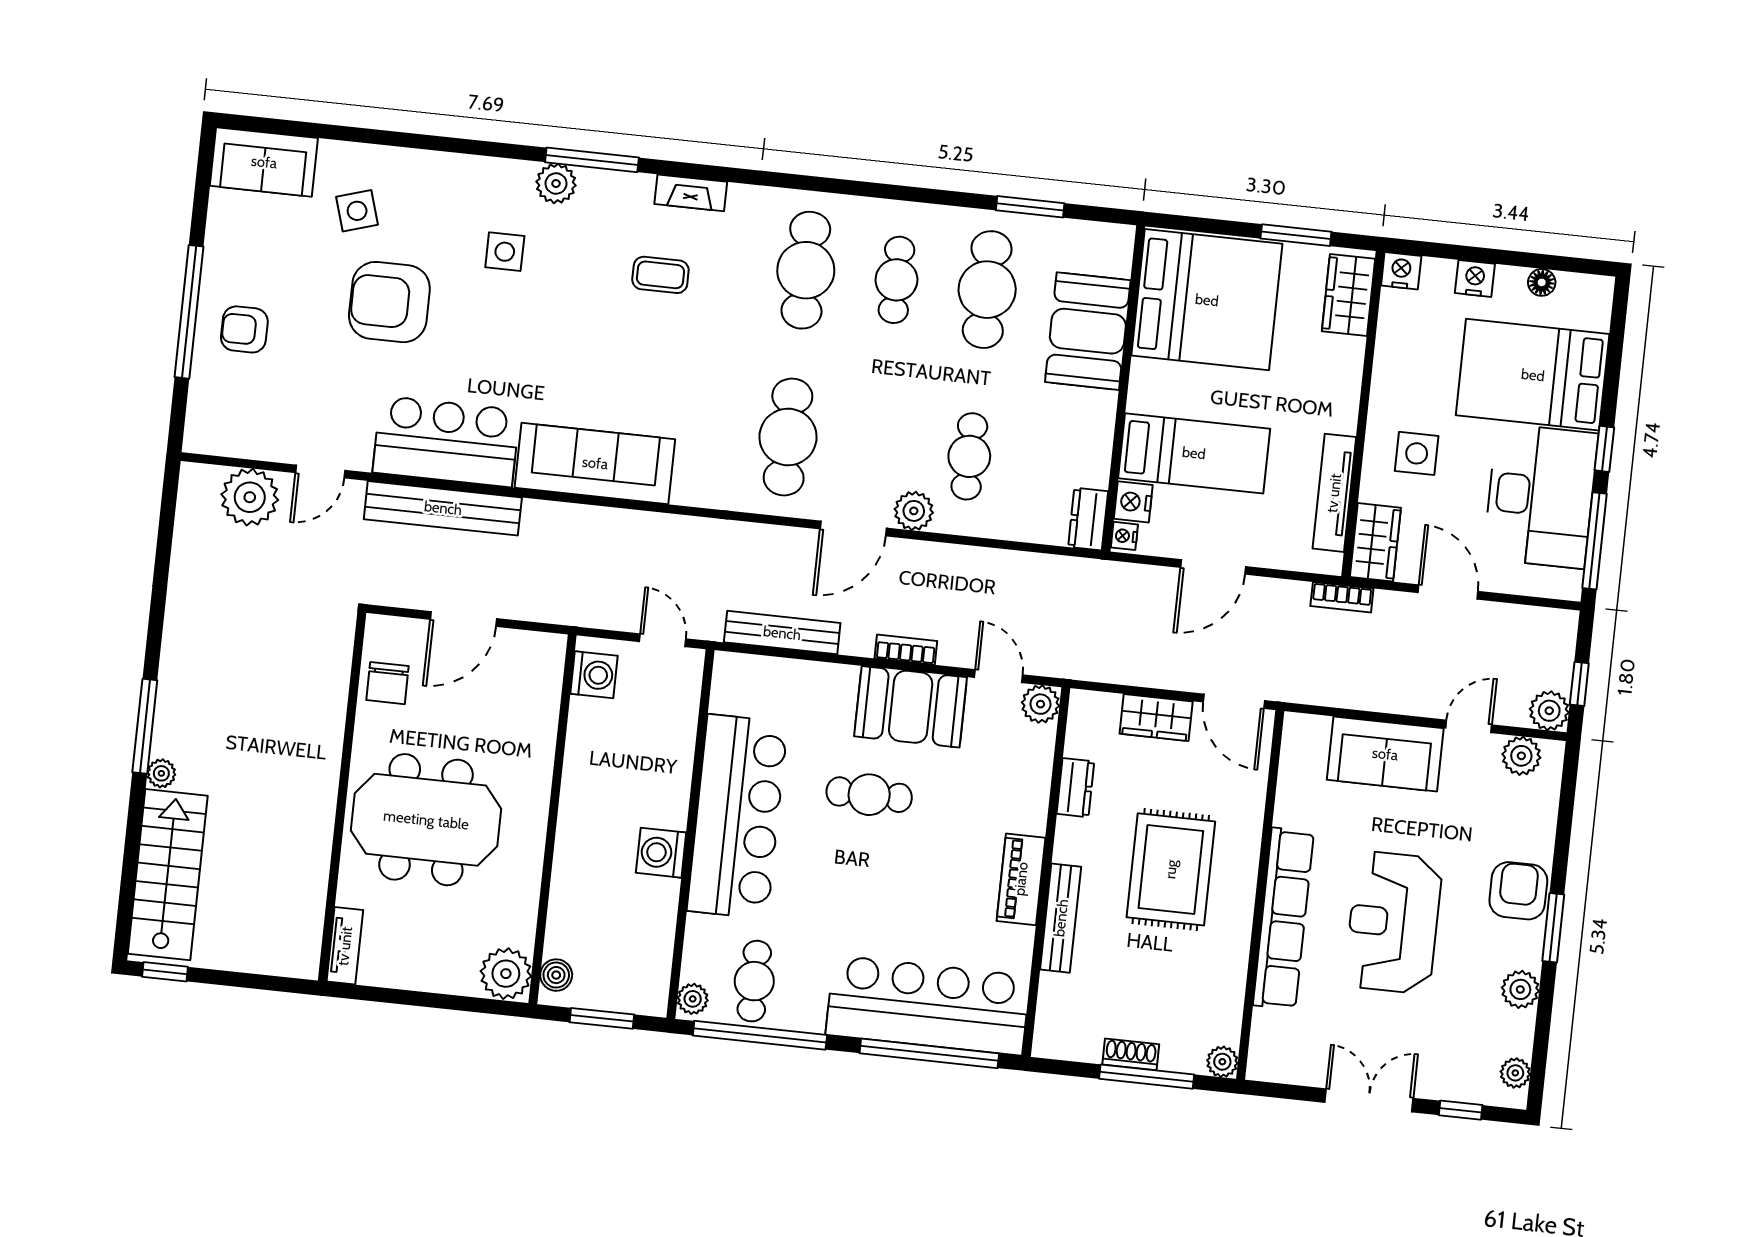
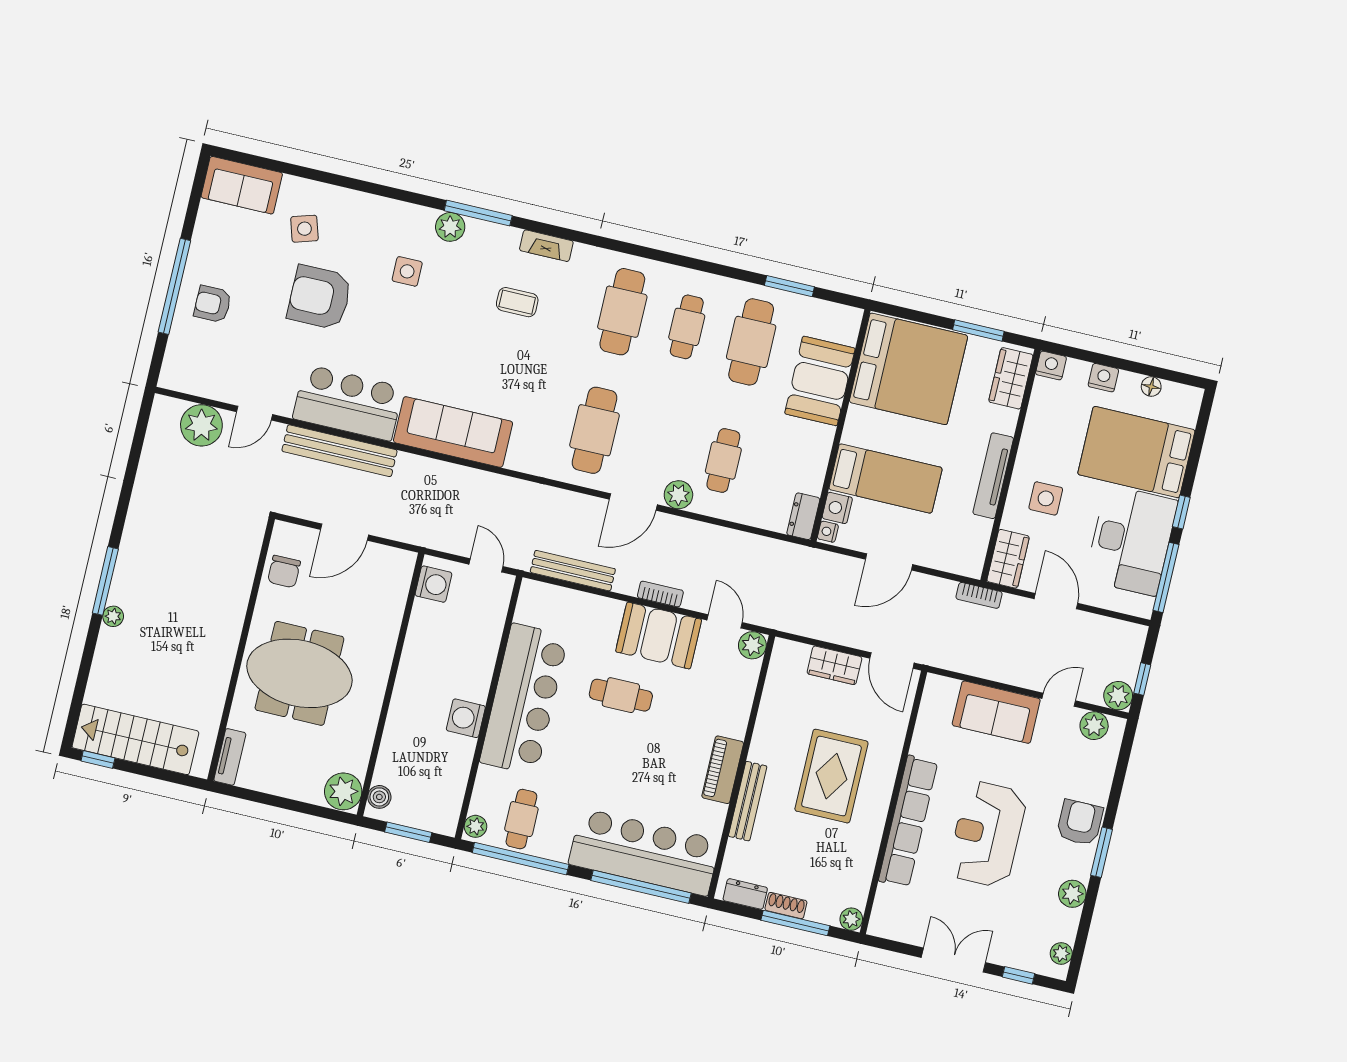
tv unit: (1334, 493) -> (993, 476), moved
dresser: (1075, 788) -> (745, 894), moved, turned -90
stairs: (168, 875) -> (135, 739), moved, turned -90

